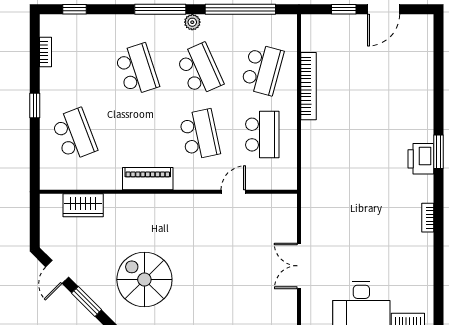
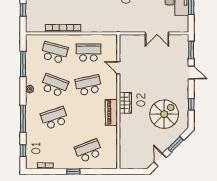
window: (160, 9) -> (23, 119), moved
window: (240, 9) -> (23, 64), width x0.68
school desk: (200, 69) -> (54, 85), turned 45
wardrobe: (83, 205) -> (125, 103), moved
door: (57, 272) -> (160, 160), swing flipped
spiral stairs: (144, 280) -> (164, 114), turned 180

